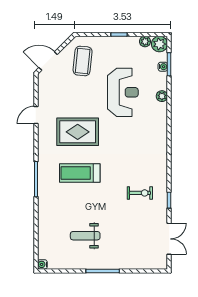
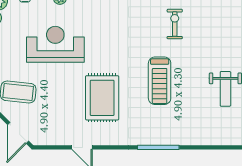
treadmill: (80, 173) -> (160, 81), moved

